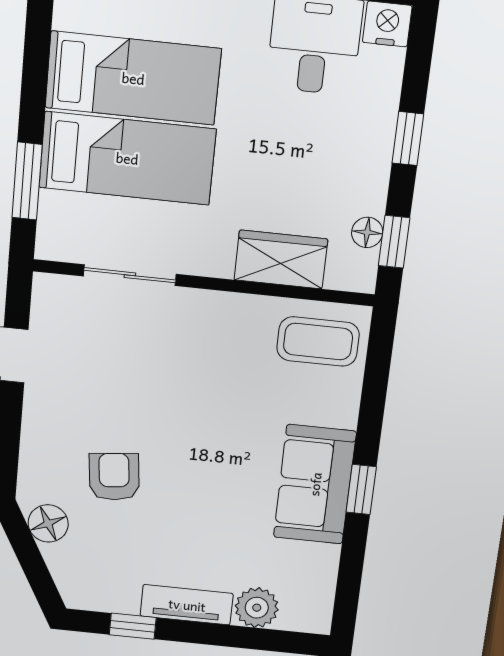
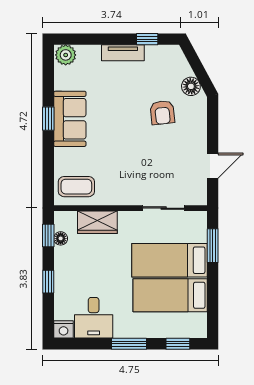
plant: (257, 608) -> (66, 55), moved

